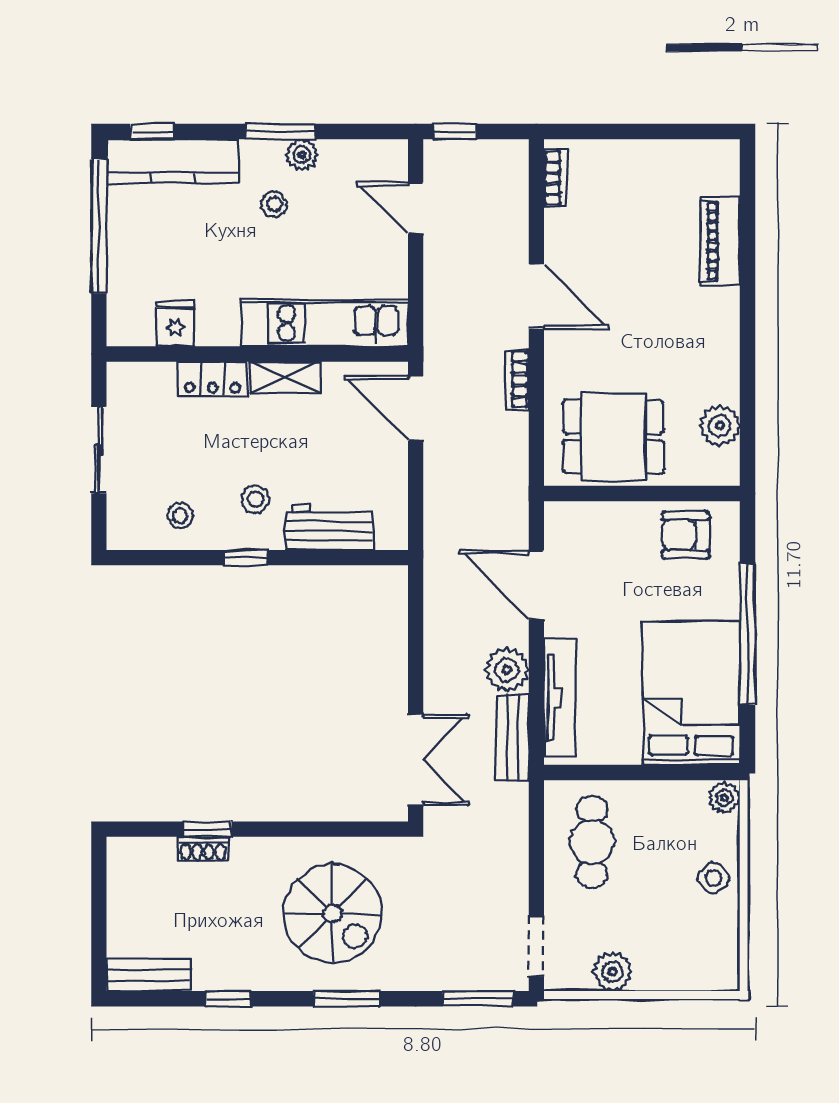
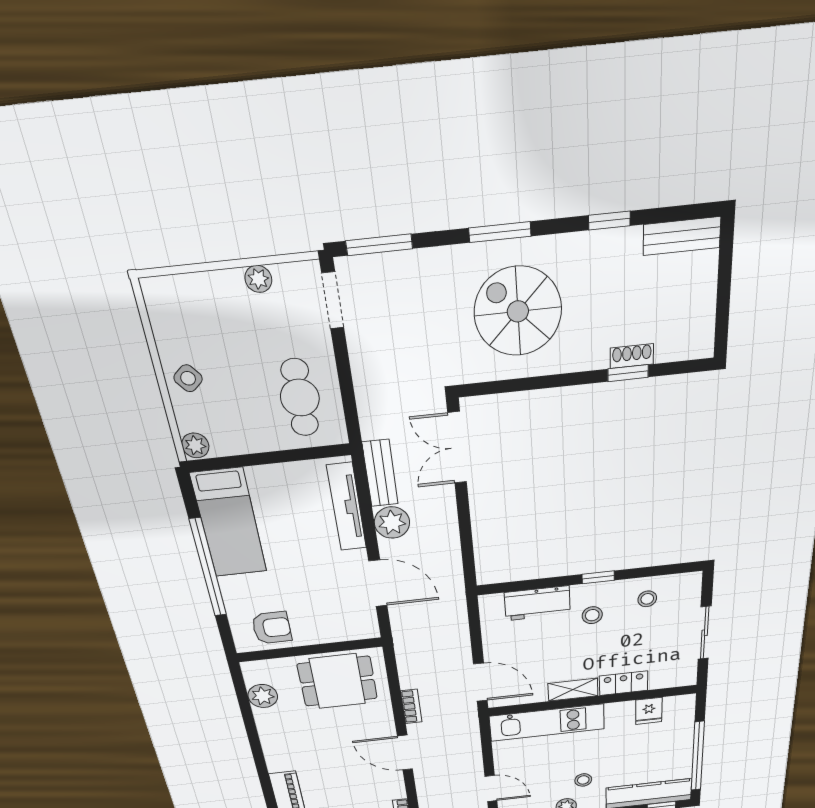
bed: (691, 693) -> (229, 523), width x0.67
plant: (612, 972) -> (258, 279), width x0.73, depth x0.73

